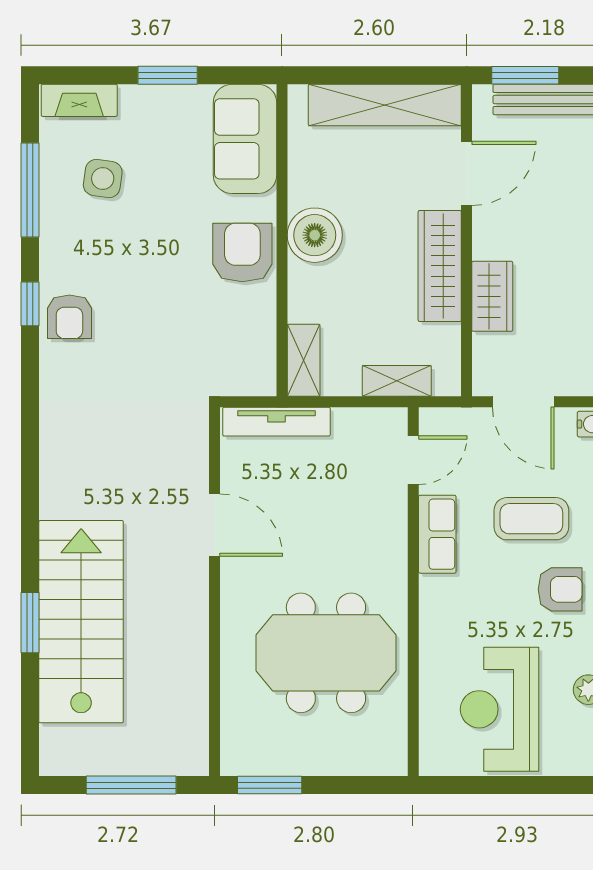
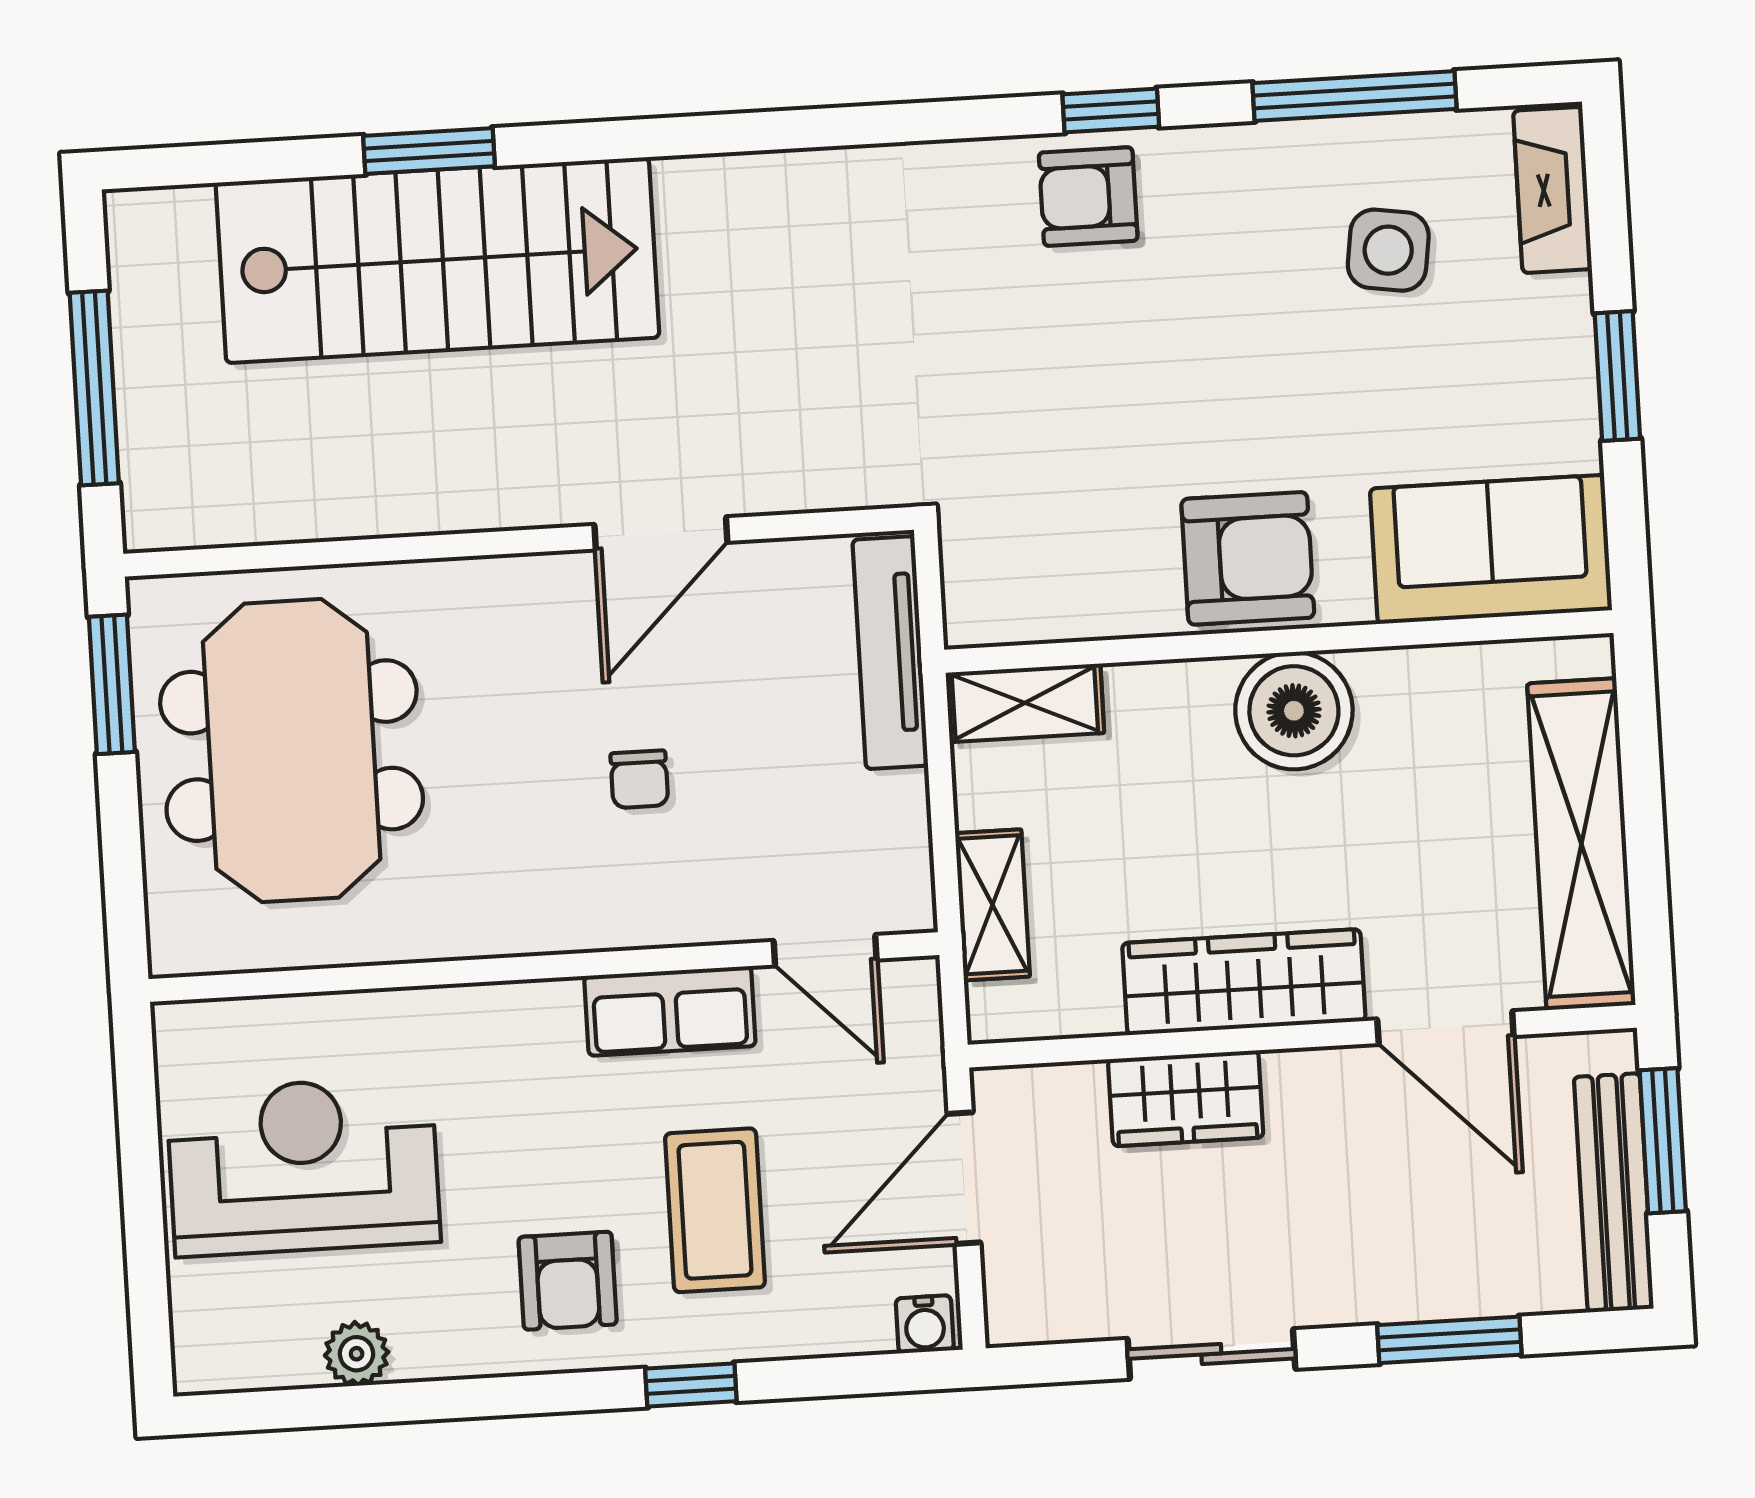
chair: (329, 542) -> (639, 779), added
meeting table: (326, 653) -> (292, 751), moved

